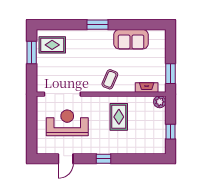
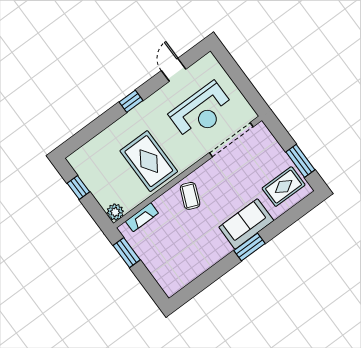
sofa: (131, 39) -> (246, 224), moved
rug: (119, 117) -> (149, 161), width x1.36, depth x1.43

